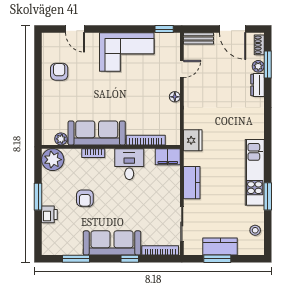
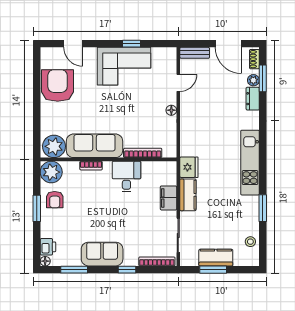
window: (164, 29) -> (132, 44), moved
armchair: (59, 72) -> (58, 86), width x1.88, depth x1.88
plant: (61, 139) -> (54, 146), width x1.87, depth x1.87
fridge: (193, 140) -> (189, 167), moved
filing cabinet: (168, 157) -> (168, 198), moved, turned 90
kitchen unit: (255, 172) -> (250, 163), moved
armchair: (85, 198) -> (55, 200), moved
printer: (49, 214) -> (48, 247), moved
sofa: (112, 243) -> (102, 254), width x0.73
floor lamp: (47, 250) -> (45, 261), added

